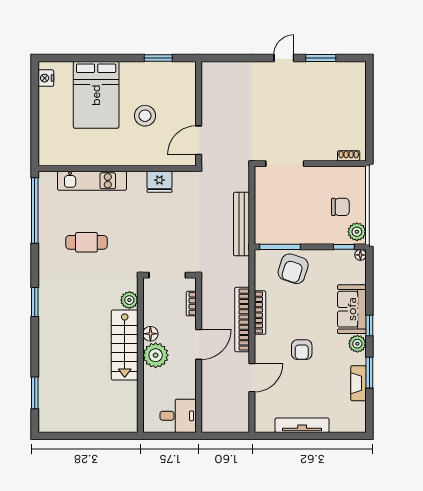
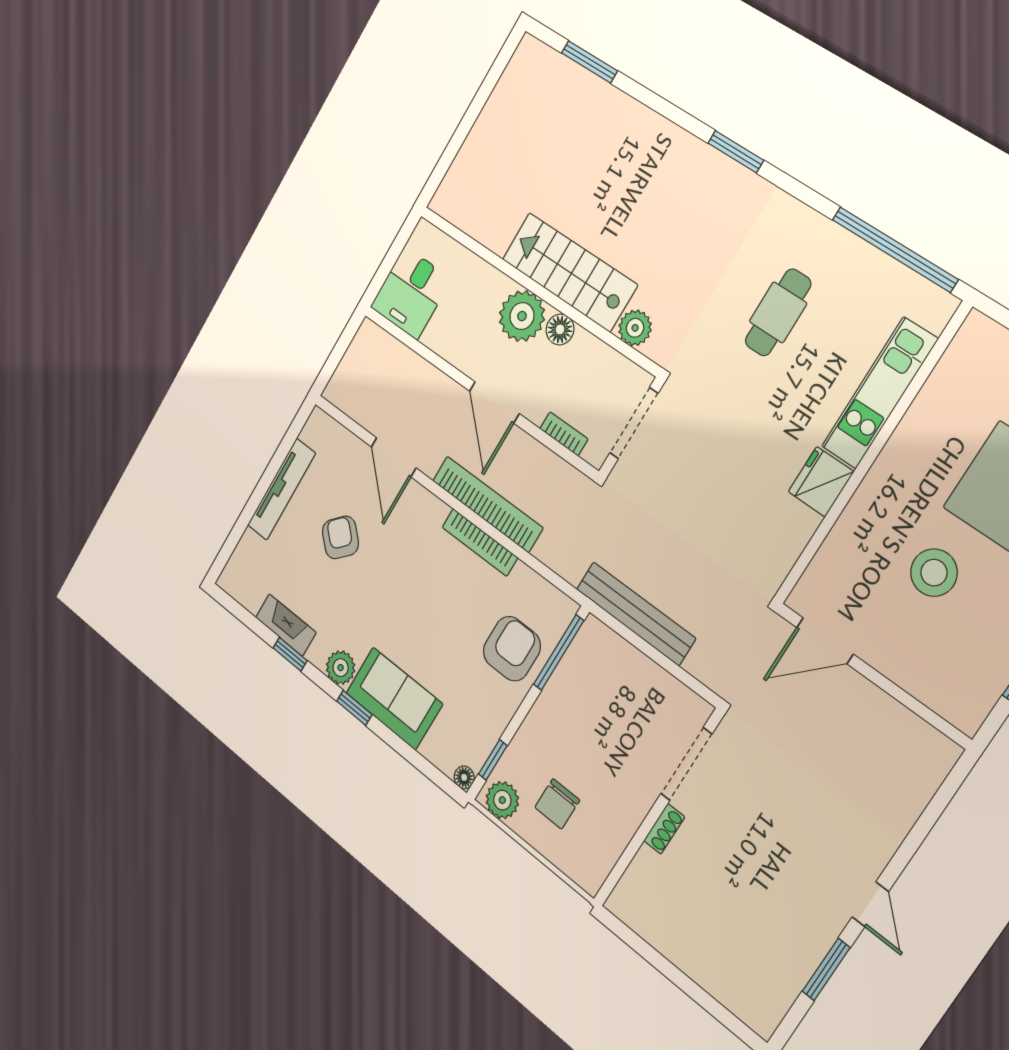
door: (199, 140) -> (825, 641), swing flipped
shoe rack: (349, 156) -> (664, 829), moved
fridge: (159, 182) -> (821, 482), moved
armchair: (293, 269) -> (512, 649), turned 72
armchair: (302, 350) -> (340, 537), moved, turned 44
window: (369, 373) -> (290, 654), width x0.67

